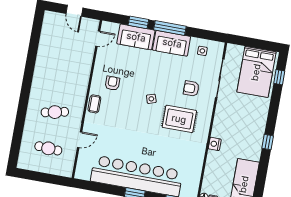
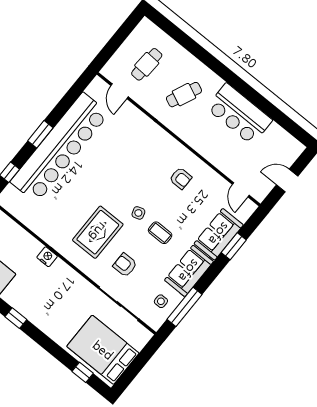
window: (170, 28) -> (184, 307), moved
bar counter: (47, 68) -> (239, 114), added
armchair: (191, 88) -> (125, 265), turned -90
coffee table: (94, 104) -> (160, 233), moved
cafe table: (55, 112) -> (184, 95), turned 36
door: (80, 140) -> (120, 91), moved

